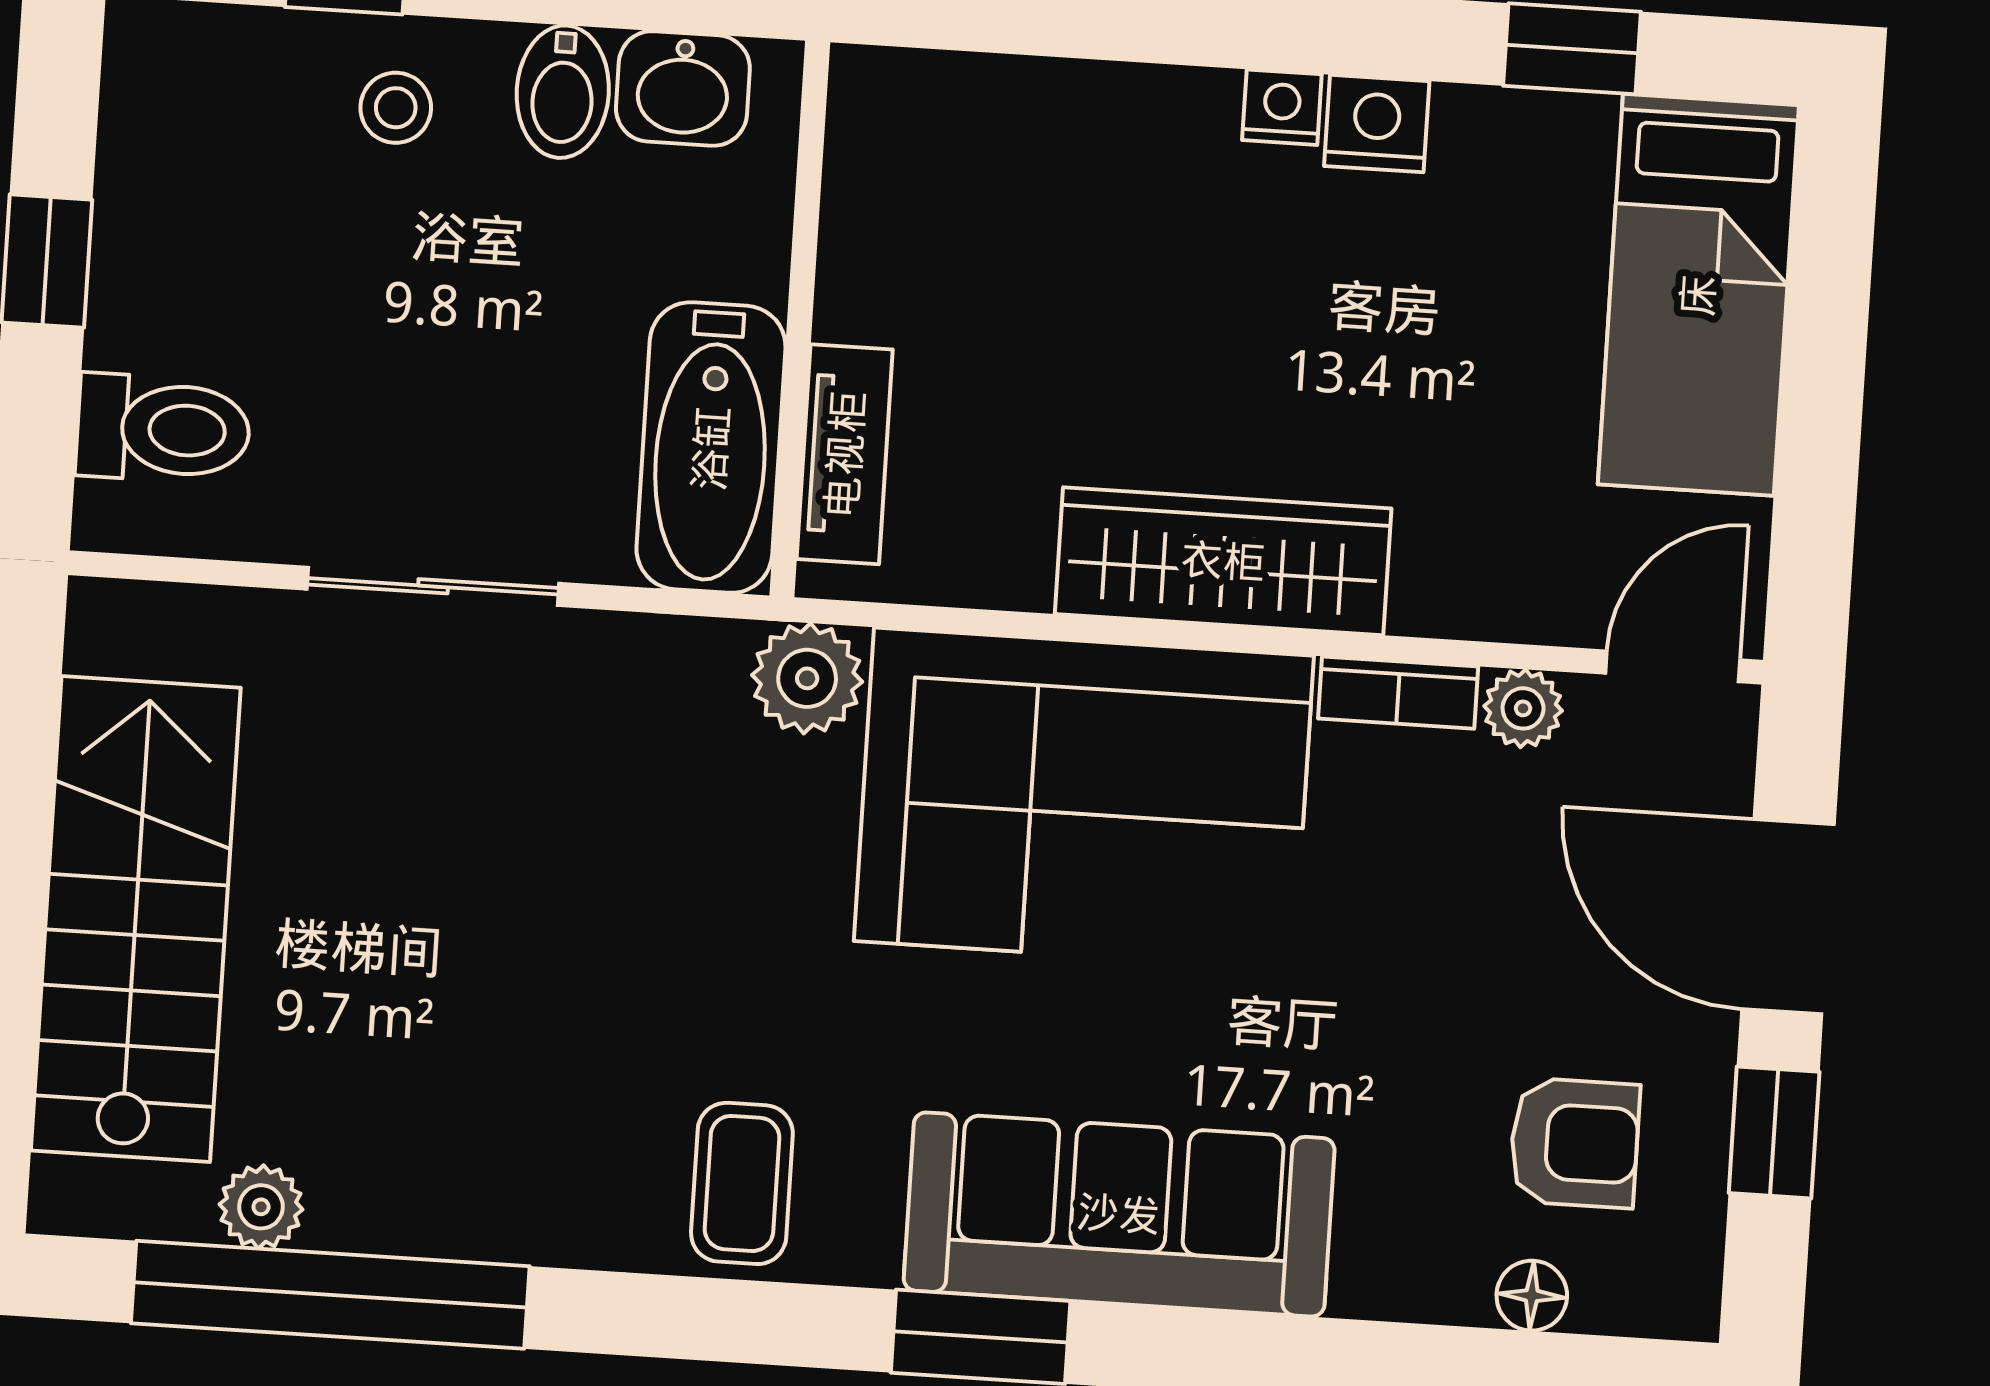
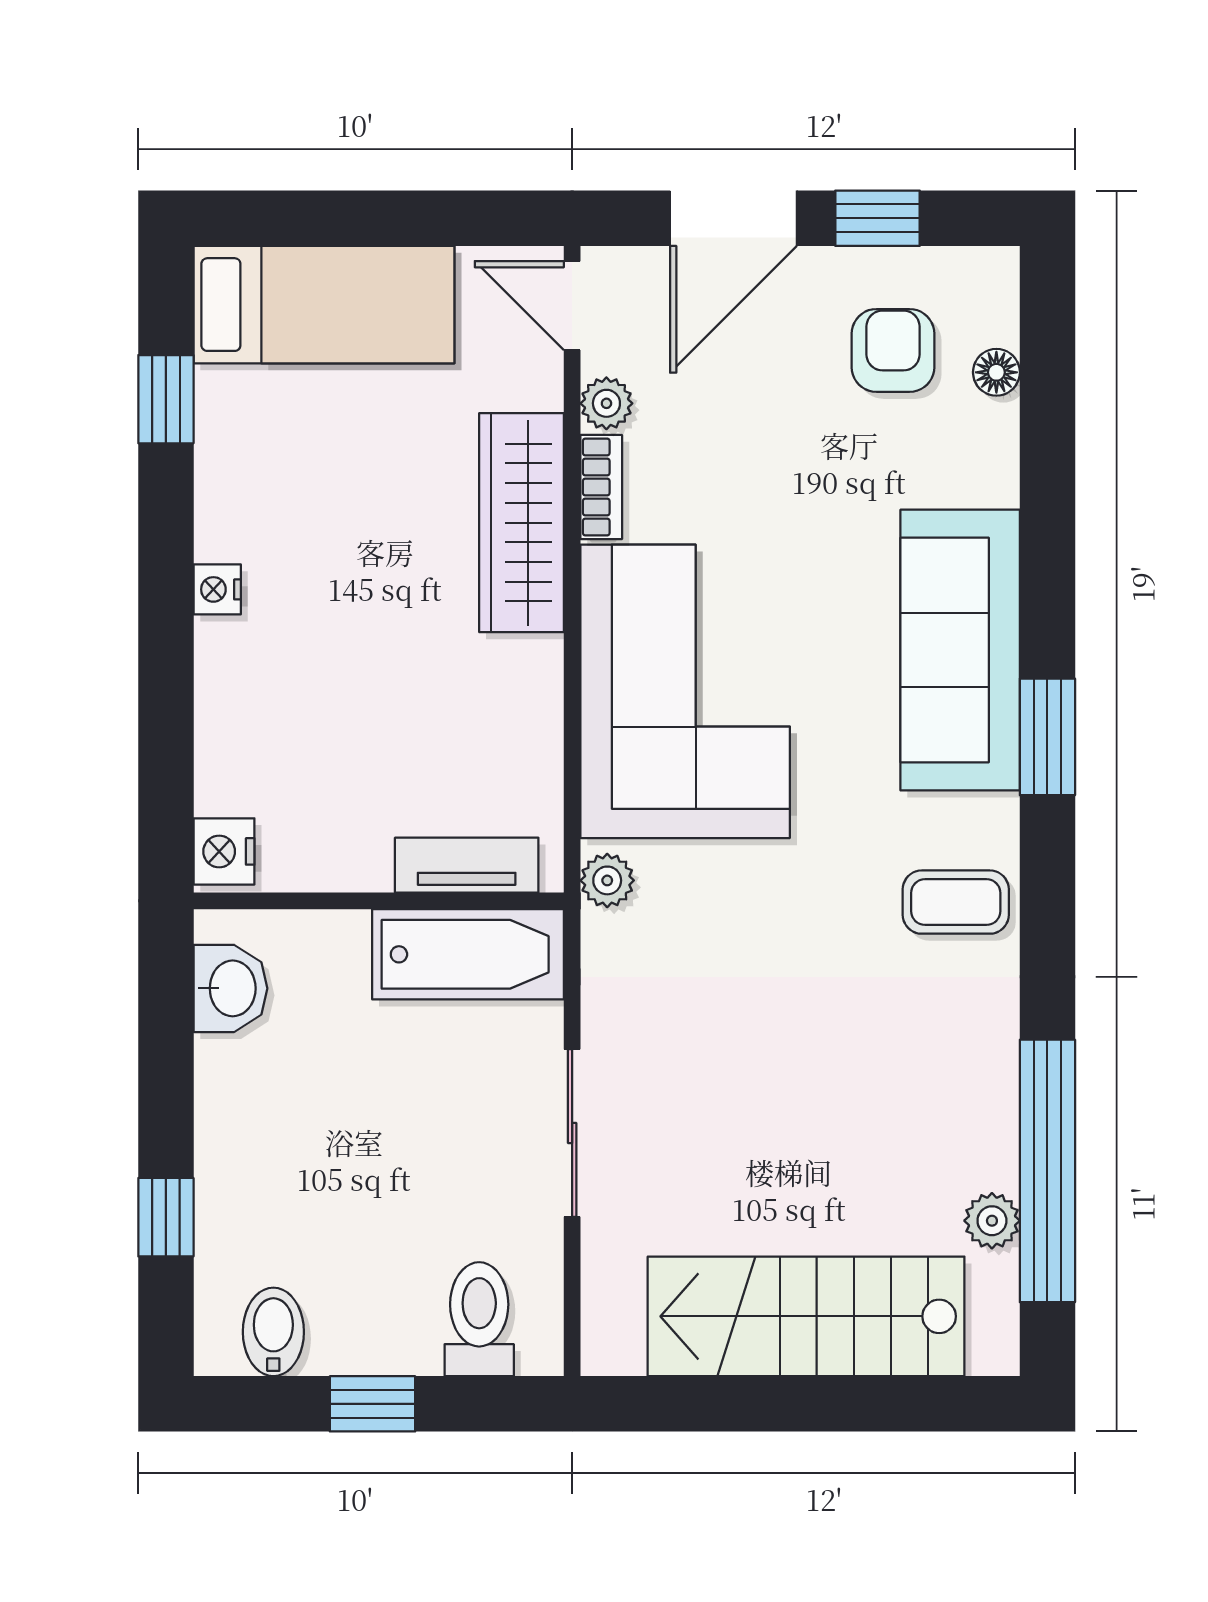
bidet: (563, 92) -> (273, 1332), moved, turned -90
stool: (396, 108) -> (256, 1178), removed
nightstand: (1377, 124) -> (224, 851), moved
wardrobe: (1223, 561) -> (521, 523), moved
plant: (807, 678) -> (607, 880), width x0.73, depth x0.73

